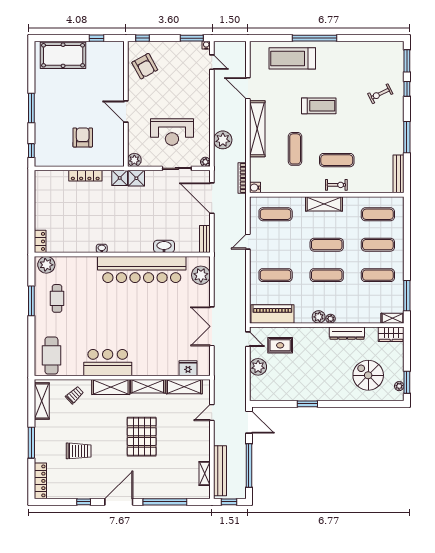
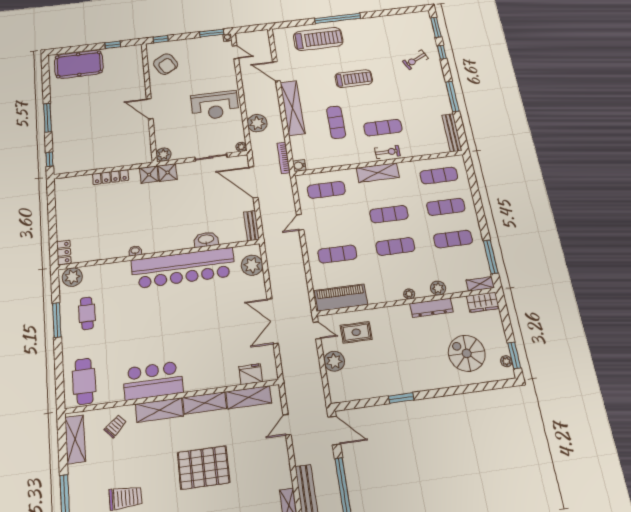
treadmill: (292, 58) -> (318, 39), turned 180
reception desk: (172, 132) -> (215, 106), moved
armchair: (83, 137) -> (105, 139), removed
plant: (319, 317) -> (438, 288), moved
pallet: (142, 437) -> (204, 468), turned 90

